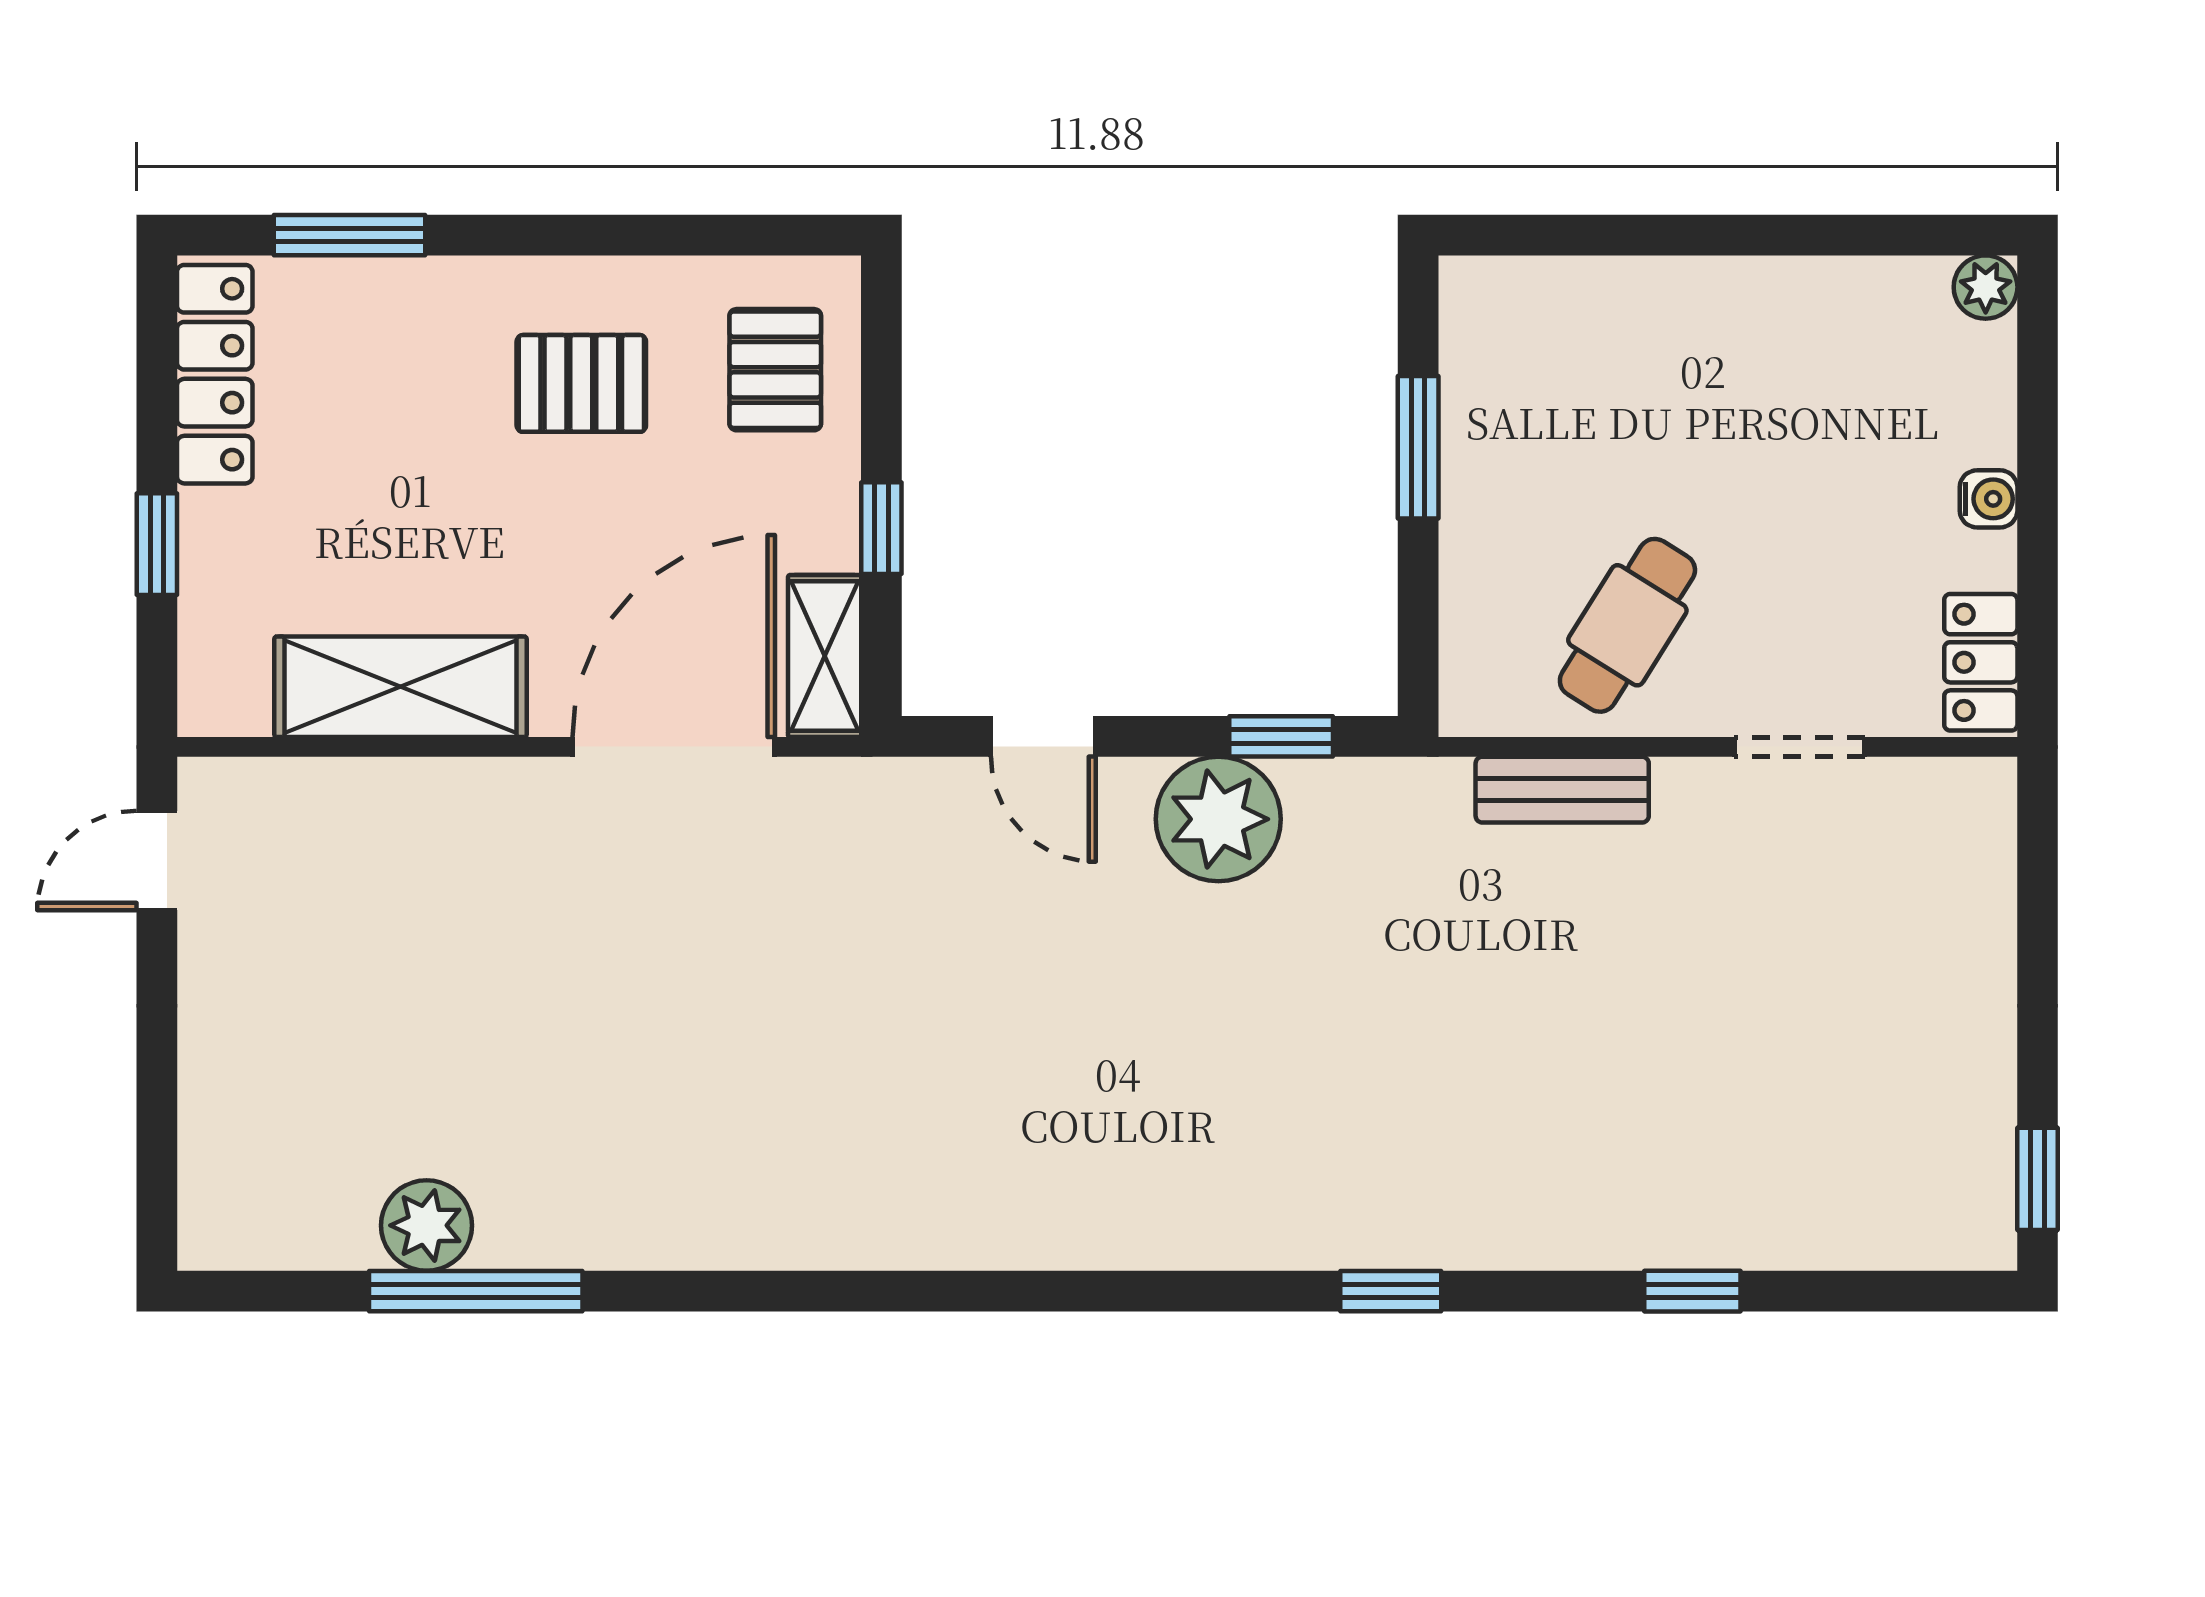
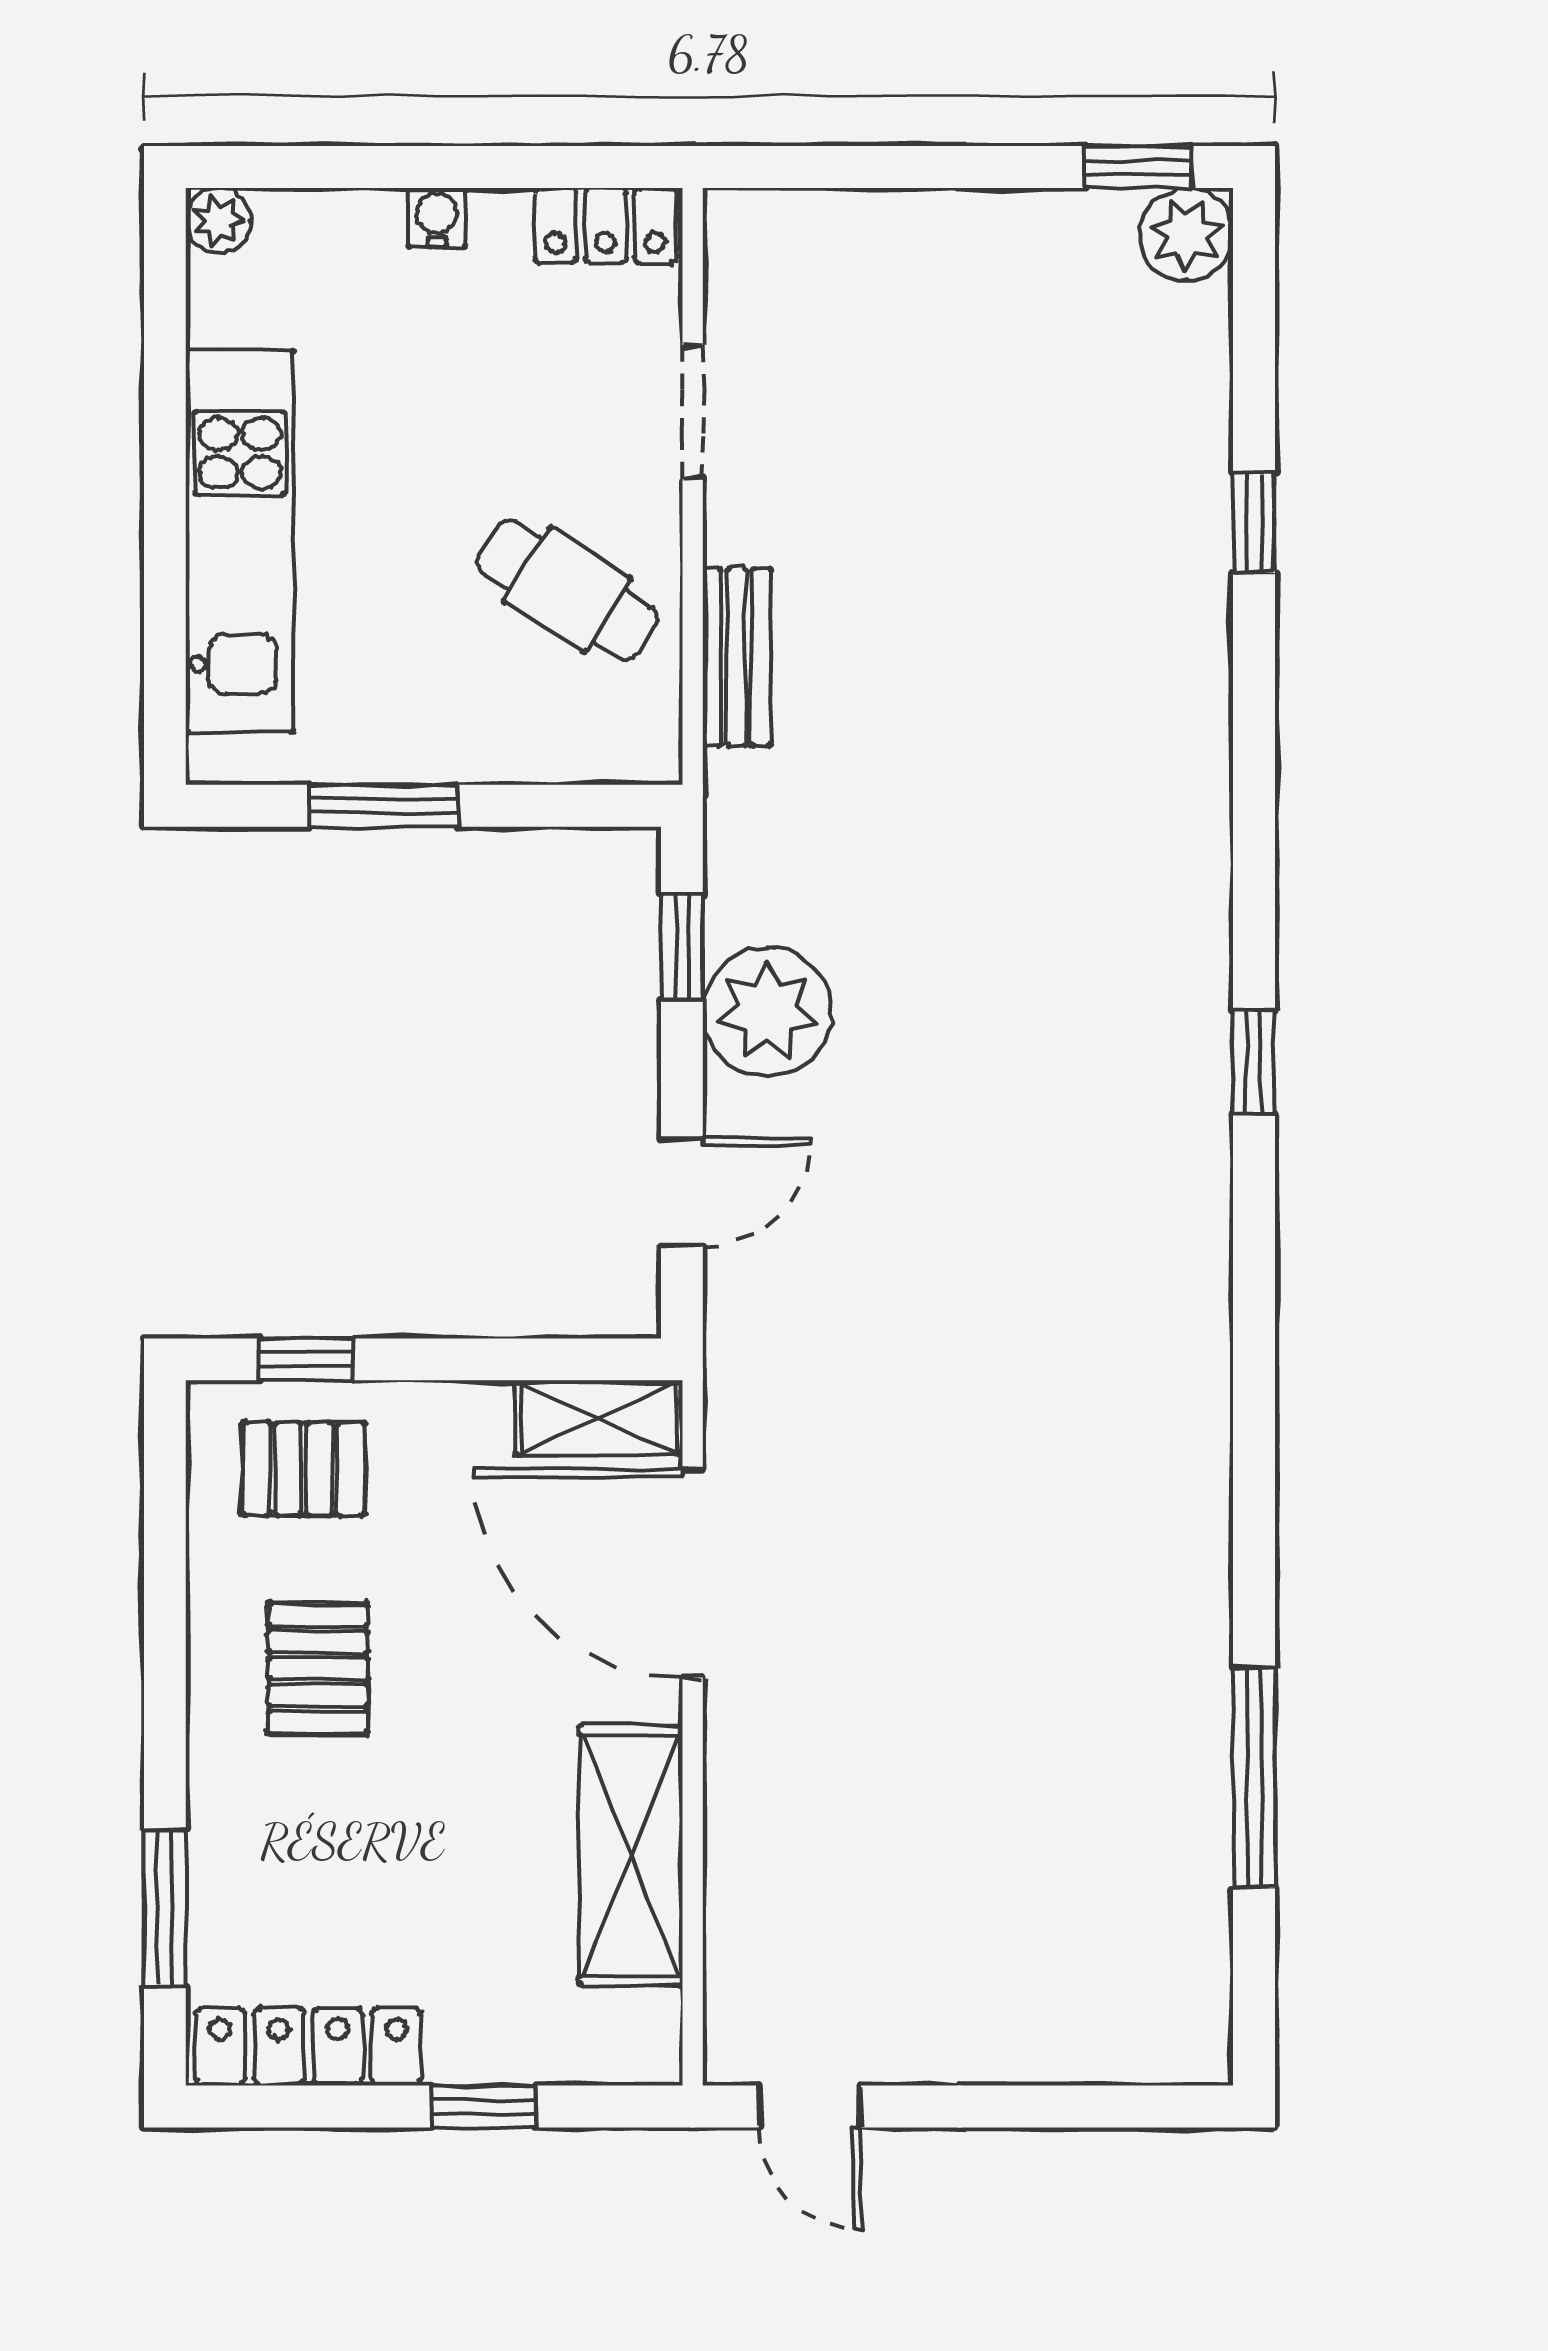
kitchen unit: (1675, 308) -> (240, 541), added
window: (881, 528) -> (306, 1359), moved
plant: (427, 1225) -> (1186, 235), moved
window: (1391, 1291) -> (1254, 1062), moved

